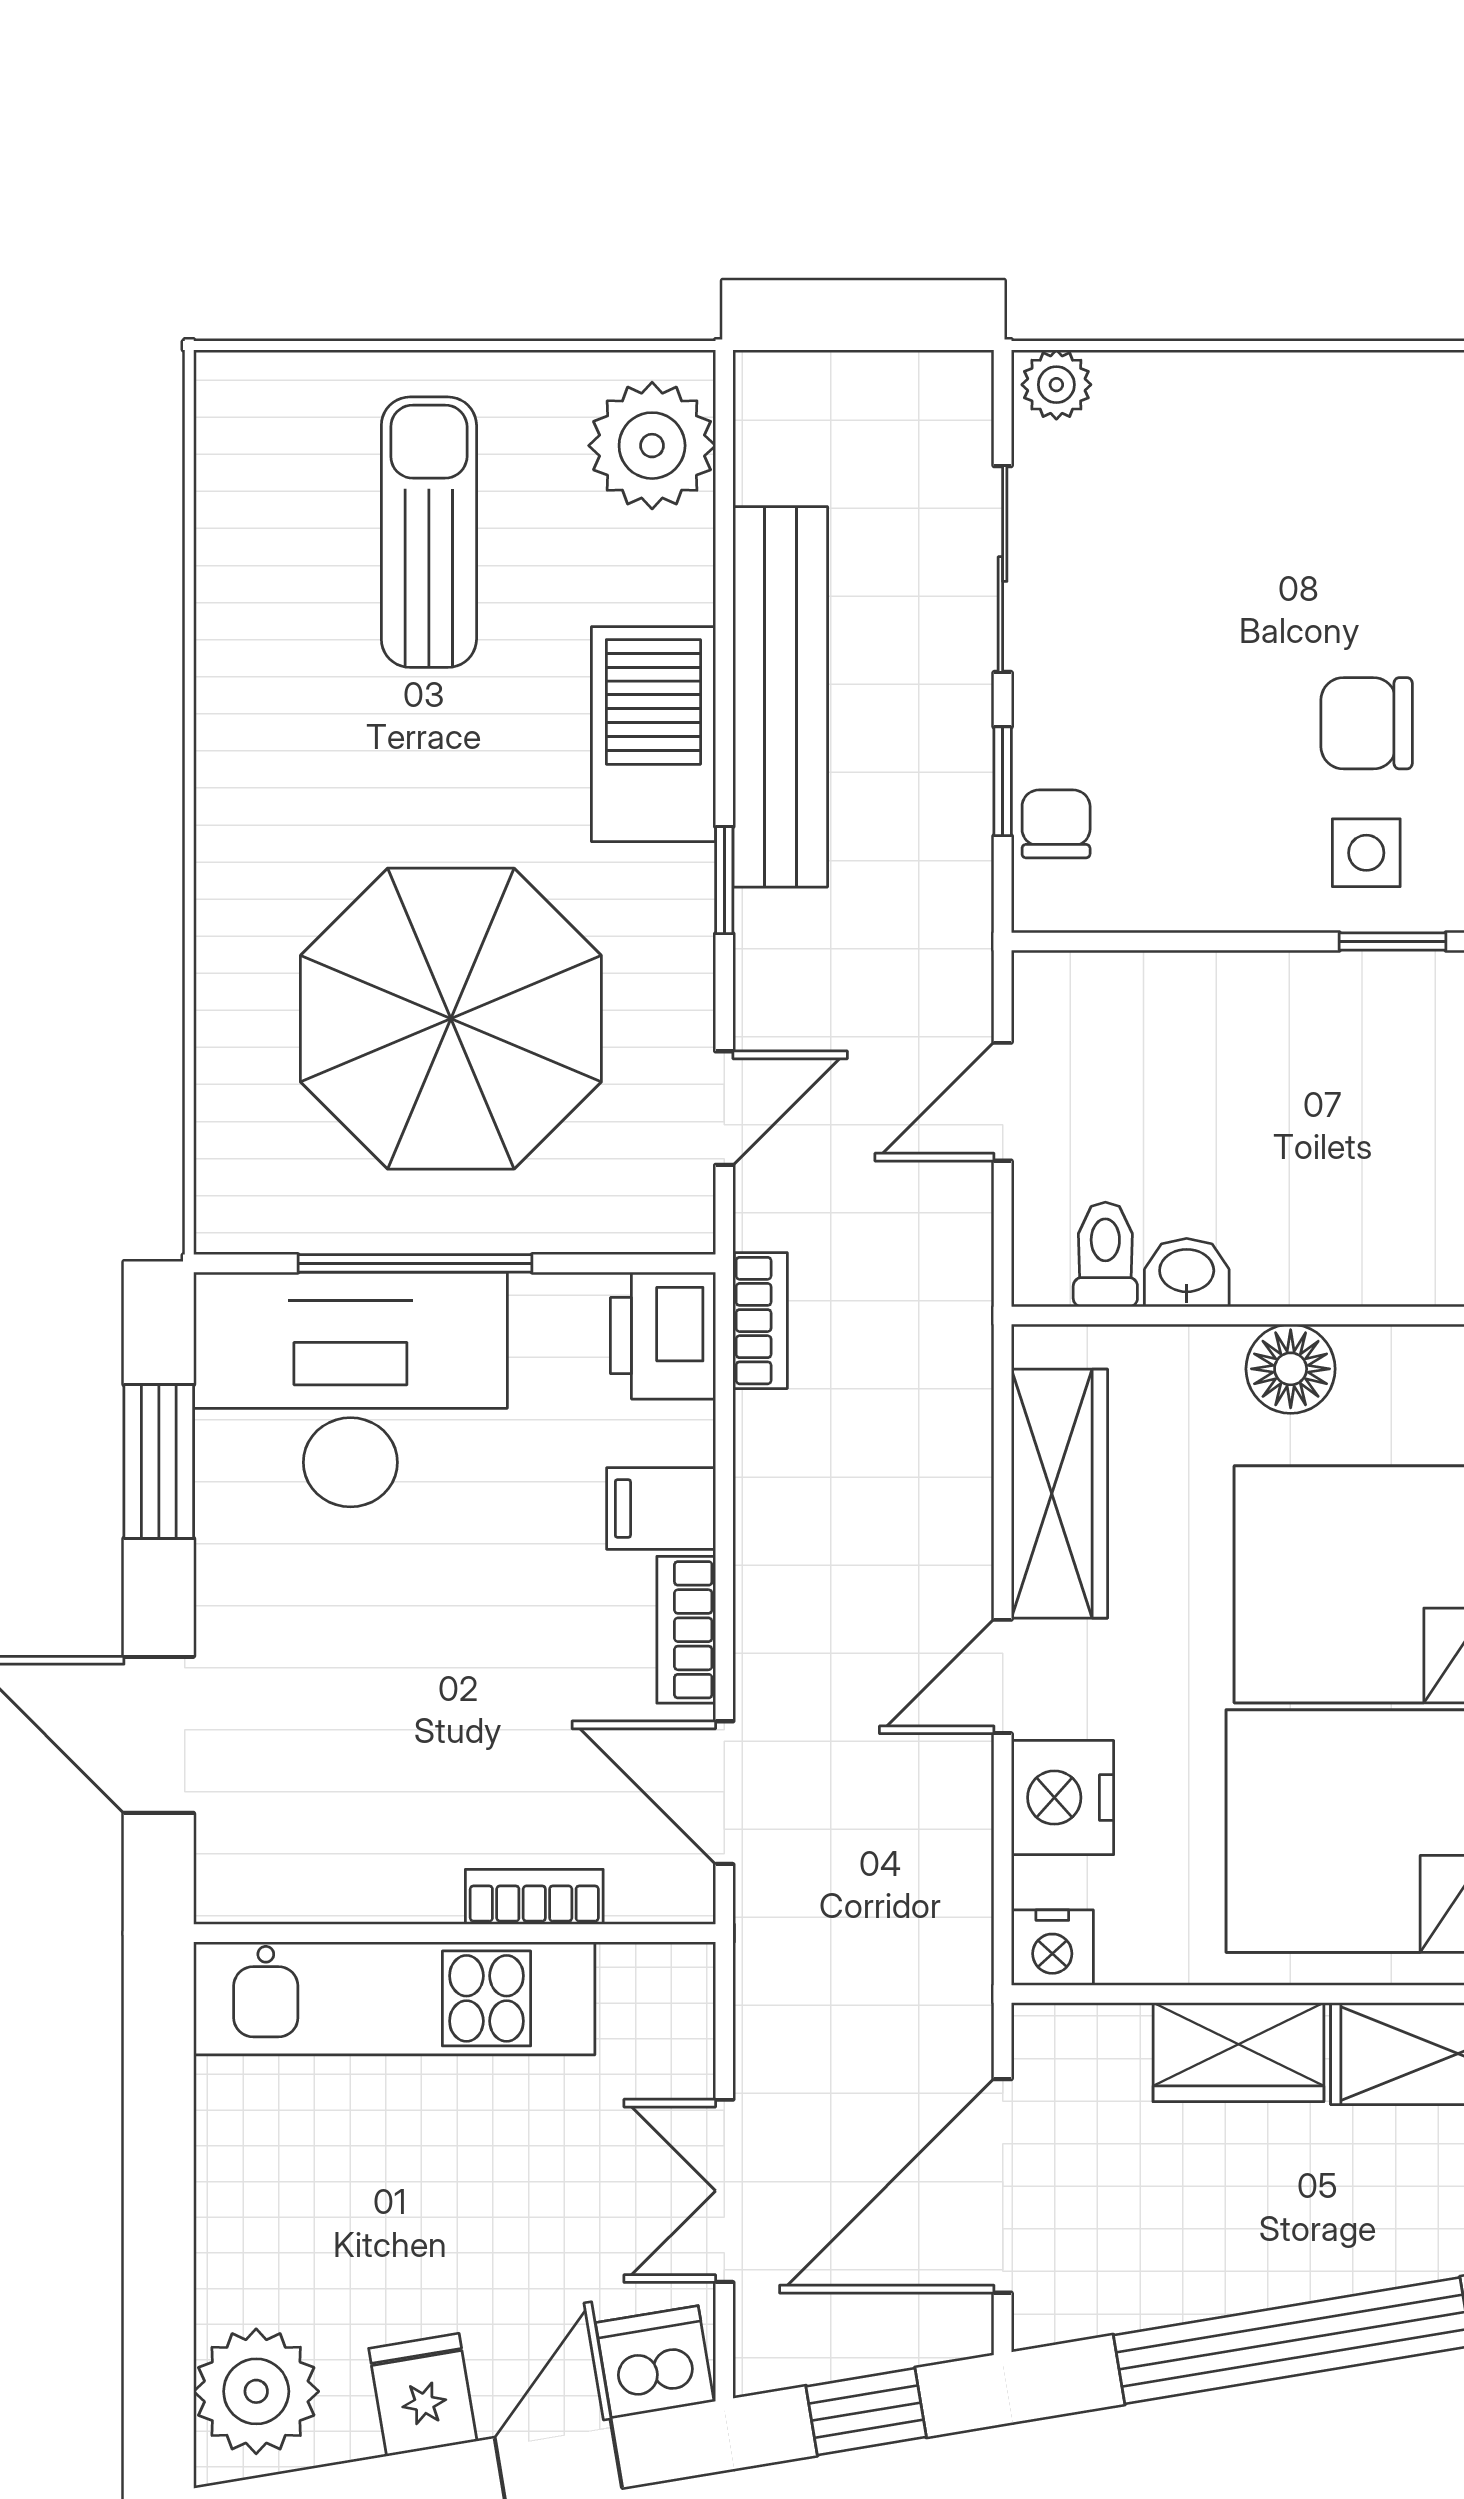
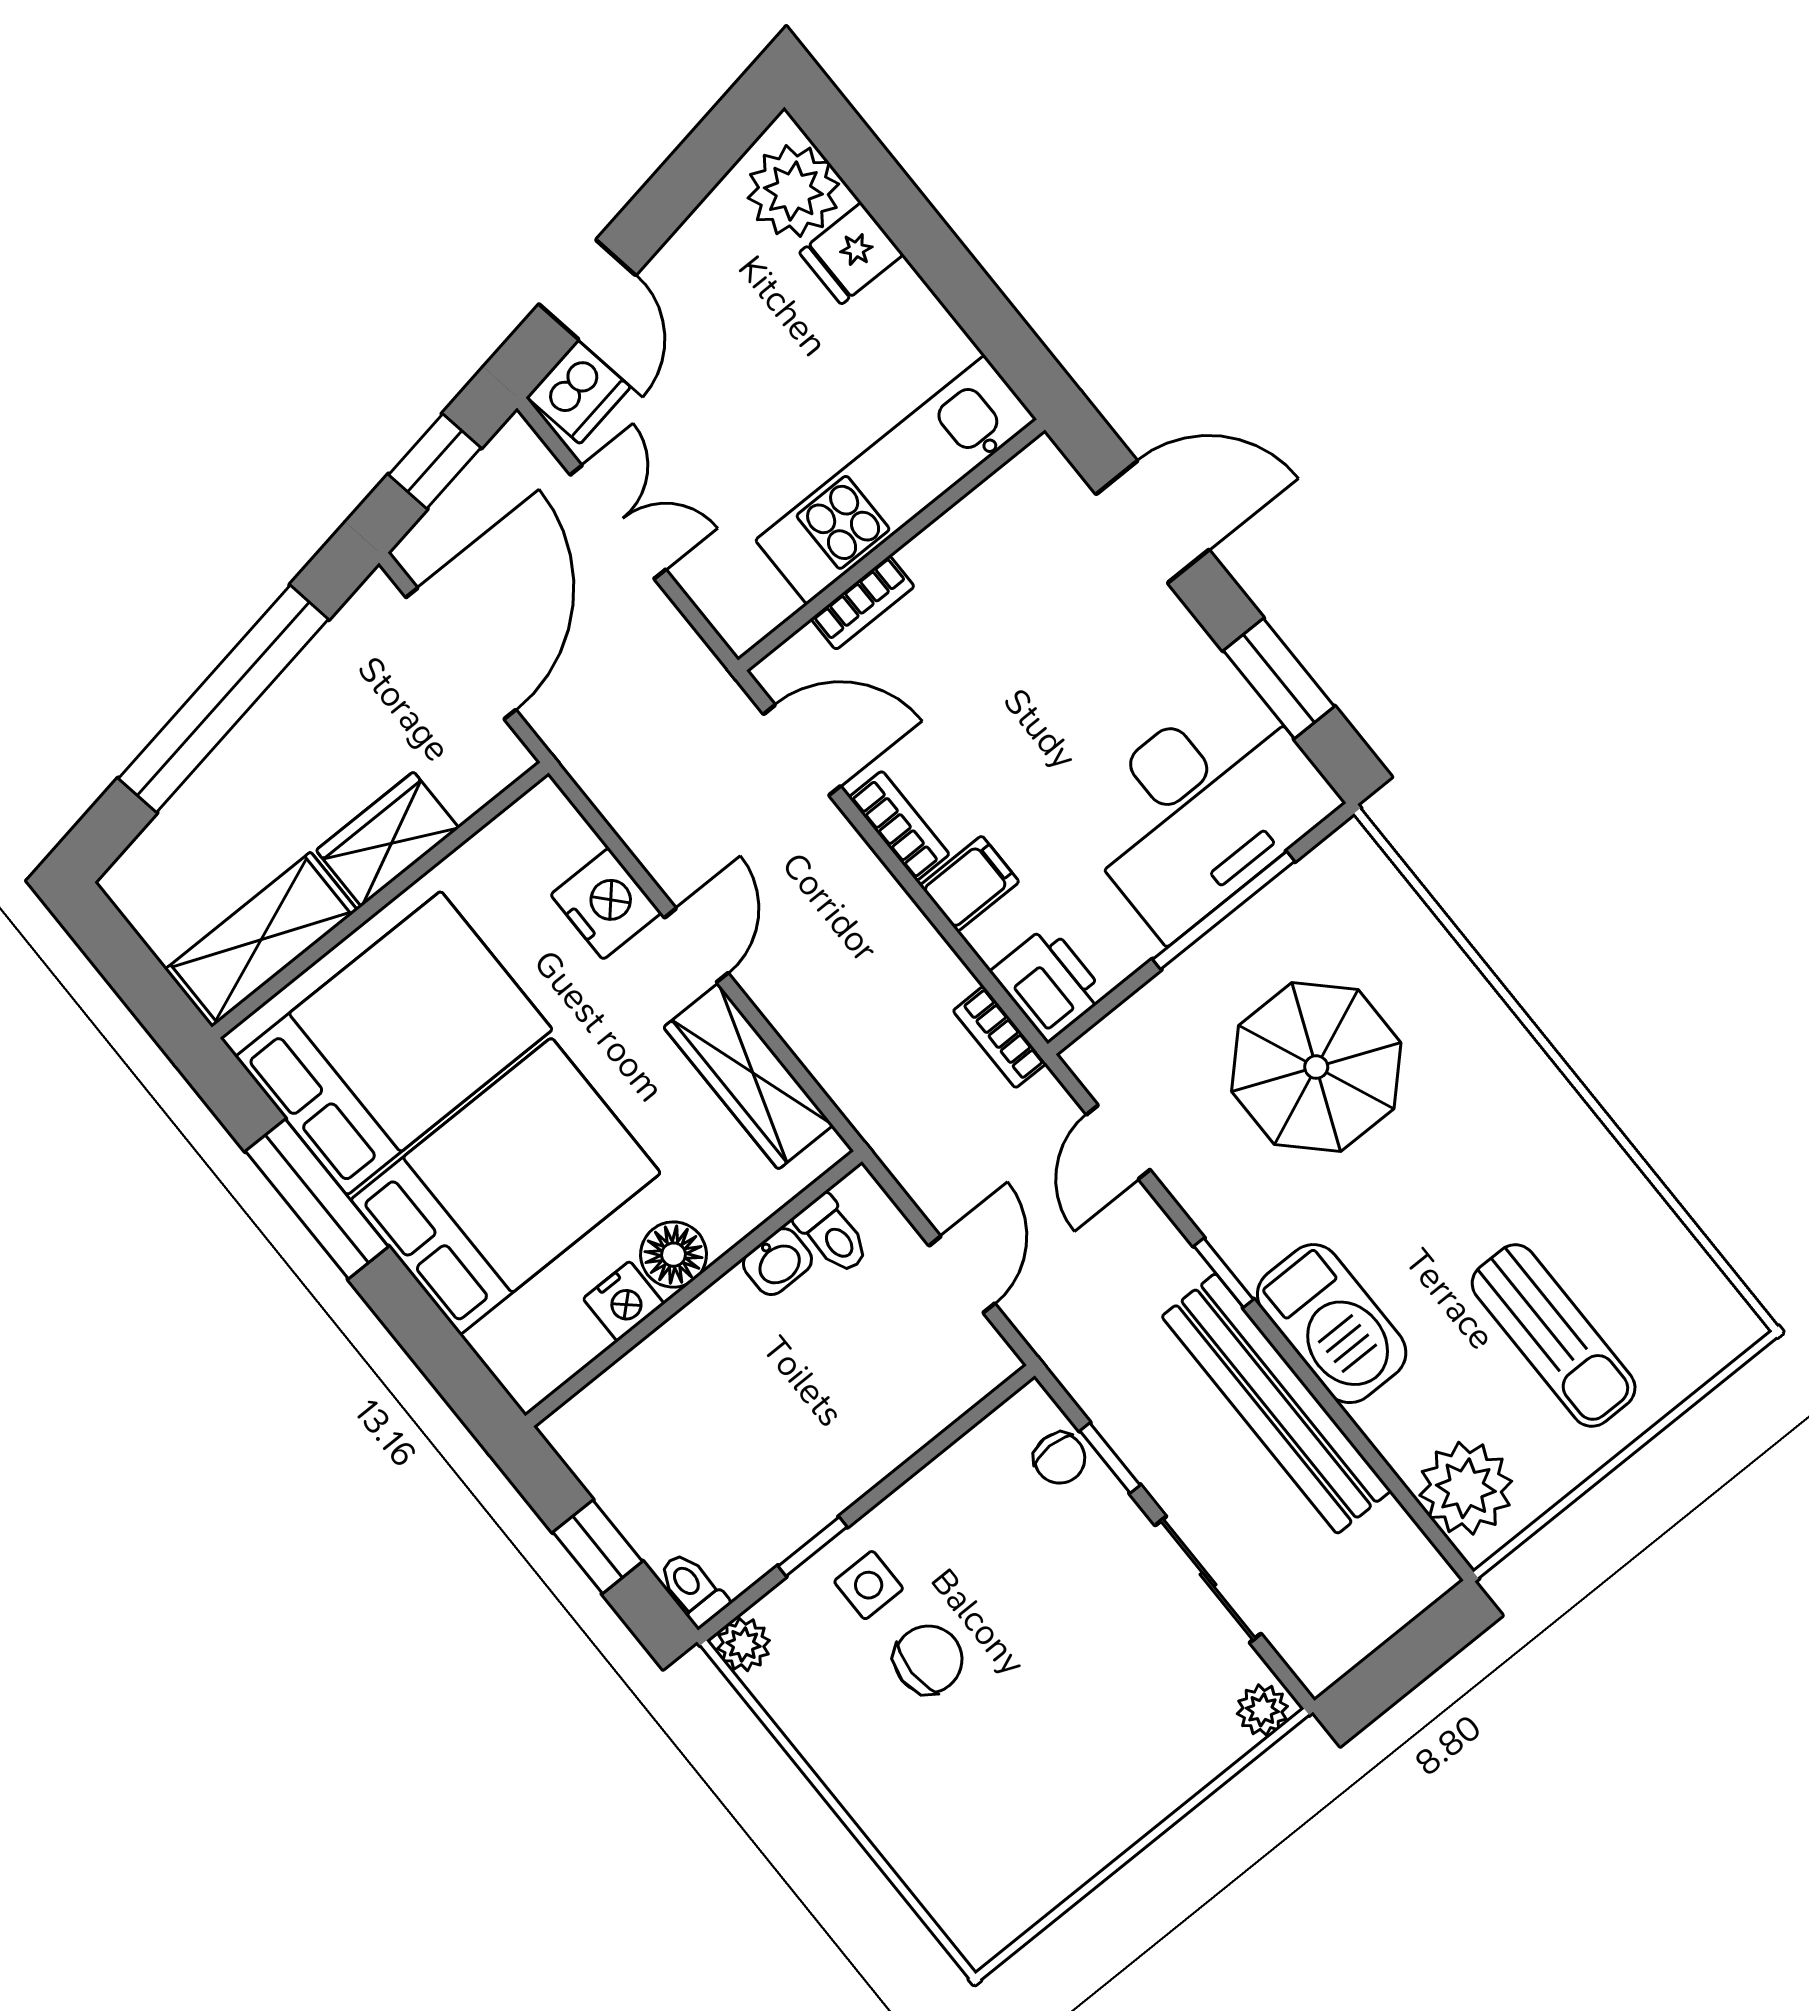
parasol: (451, 1019) -> (1316, 1067), width x0.73, depth x0.73
nightstand: (1052, 1948) -> (624, 1301), moved, turned 180
fridge: (423, 2395) -> (851, 253), moved, turned 99

